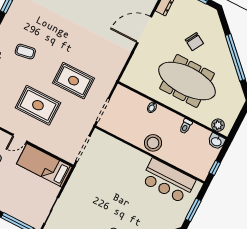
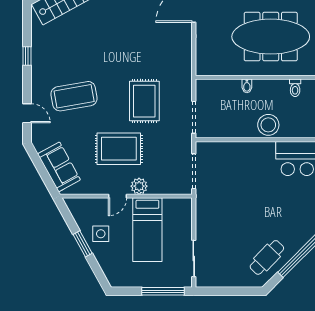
coffee table: (25, 52) -> (74, 96), width x1.86, depth x1.72
rug: (74, 81) -> (144, 101), turned 90
plant: (39, 139) -> (139, 186), added
bed: (44, 165) -> (147, 230), moved, turned -90

